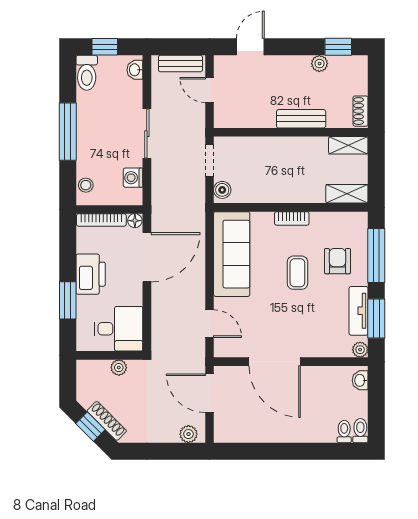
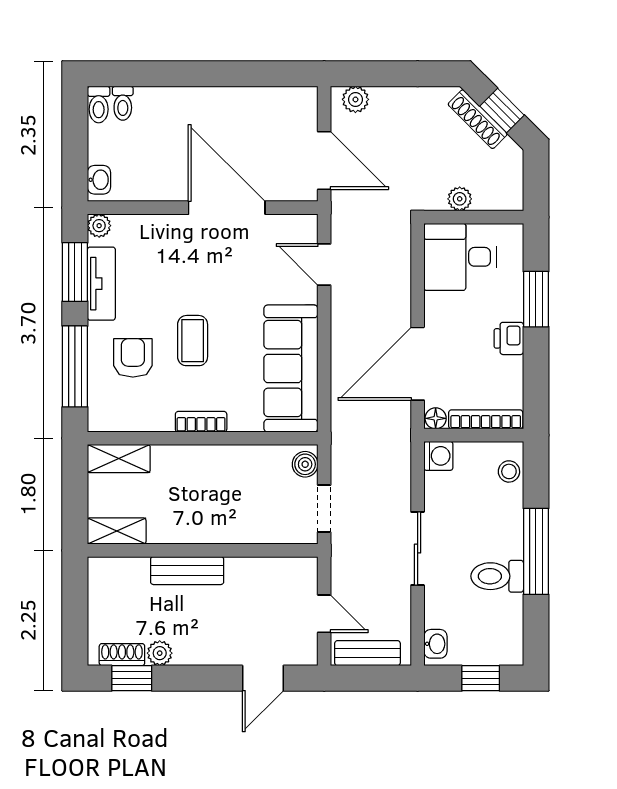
toilet: (87, 73) -> (497, 576), moved, turned -90
shoe rack: (360, 111) -> (122, 655), moved, turned -90
washing machine: (133, 178) -> (438, 456), moved
armchair: (337, 261) -> (133, 358), turned 180
printer: (91, 274) -> (509, 338), width x0.53, depth x0.68

